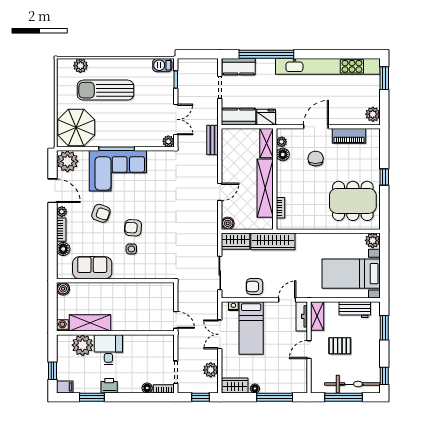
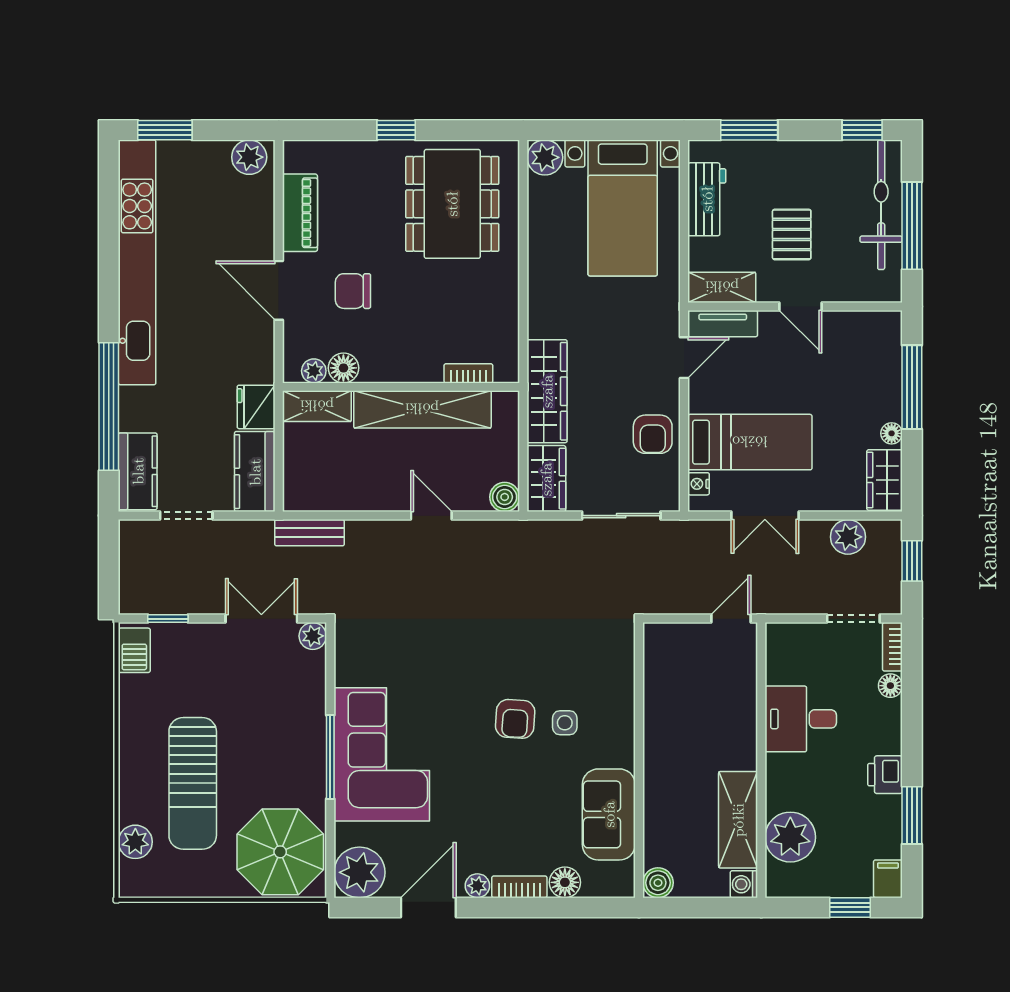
armchair: (101, 213) -> (481, 794), removed
door: (287, 300) -> (684, 358), swing flipped
desk: (108, 350) -> (801, 719), moved

